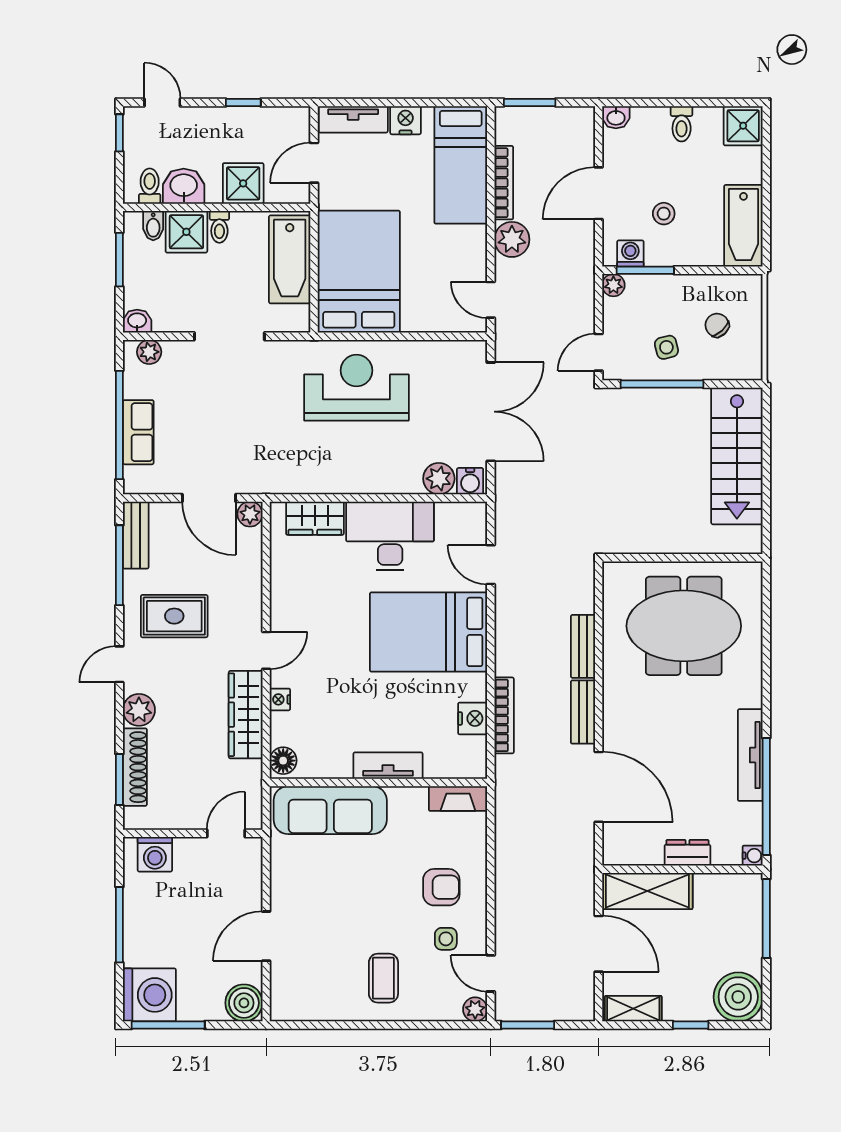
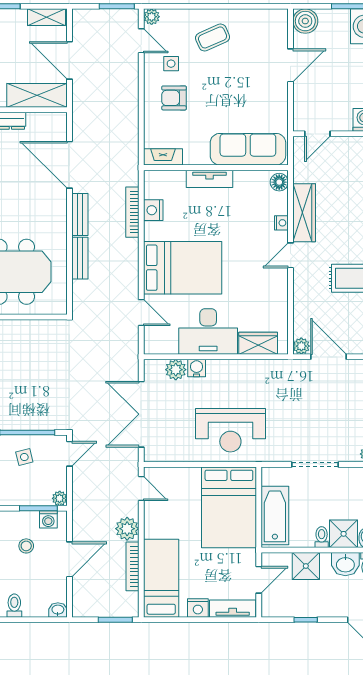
water cooler: (470, 481) -> (197, 368), moved
coffee table: (383, 978) -> (213, 37), turned 66

